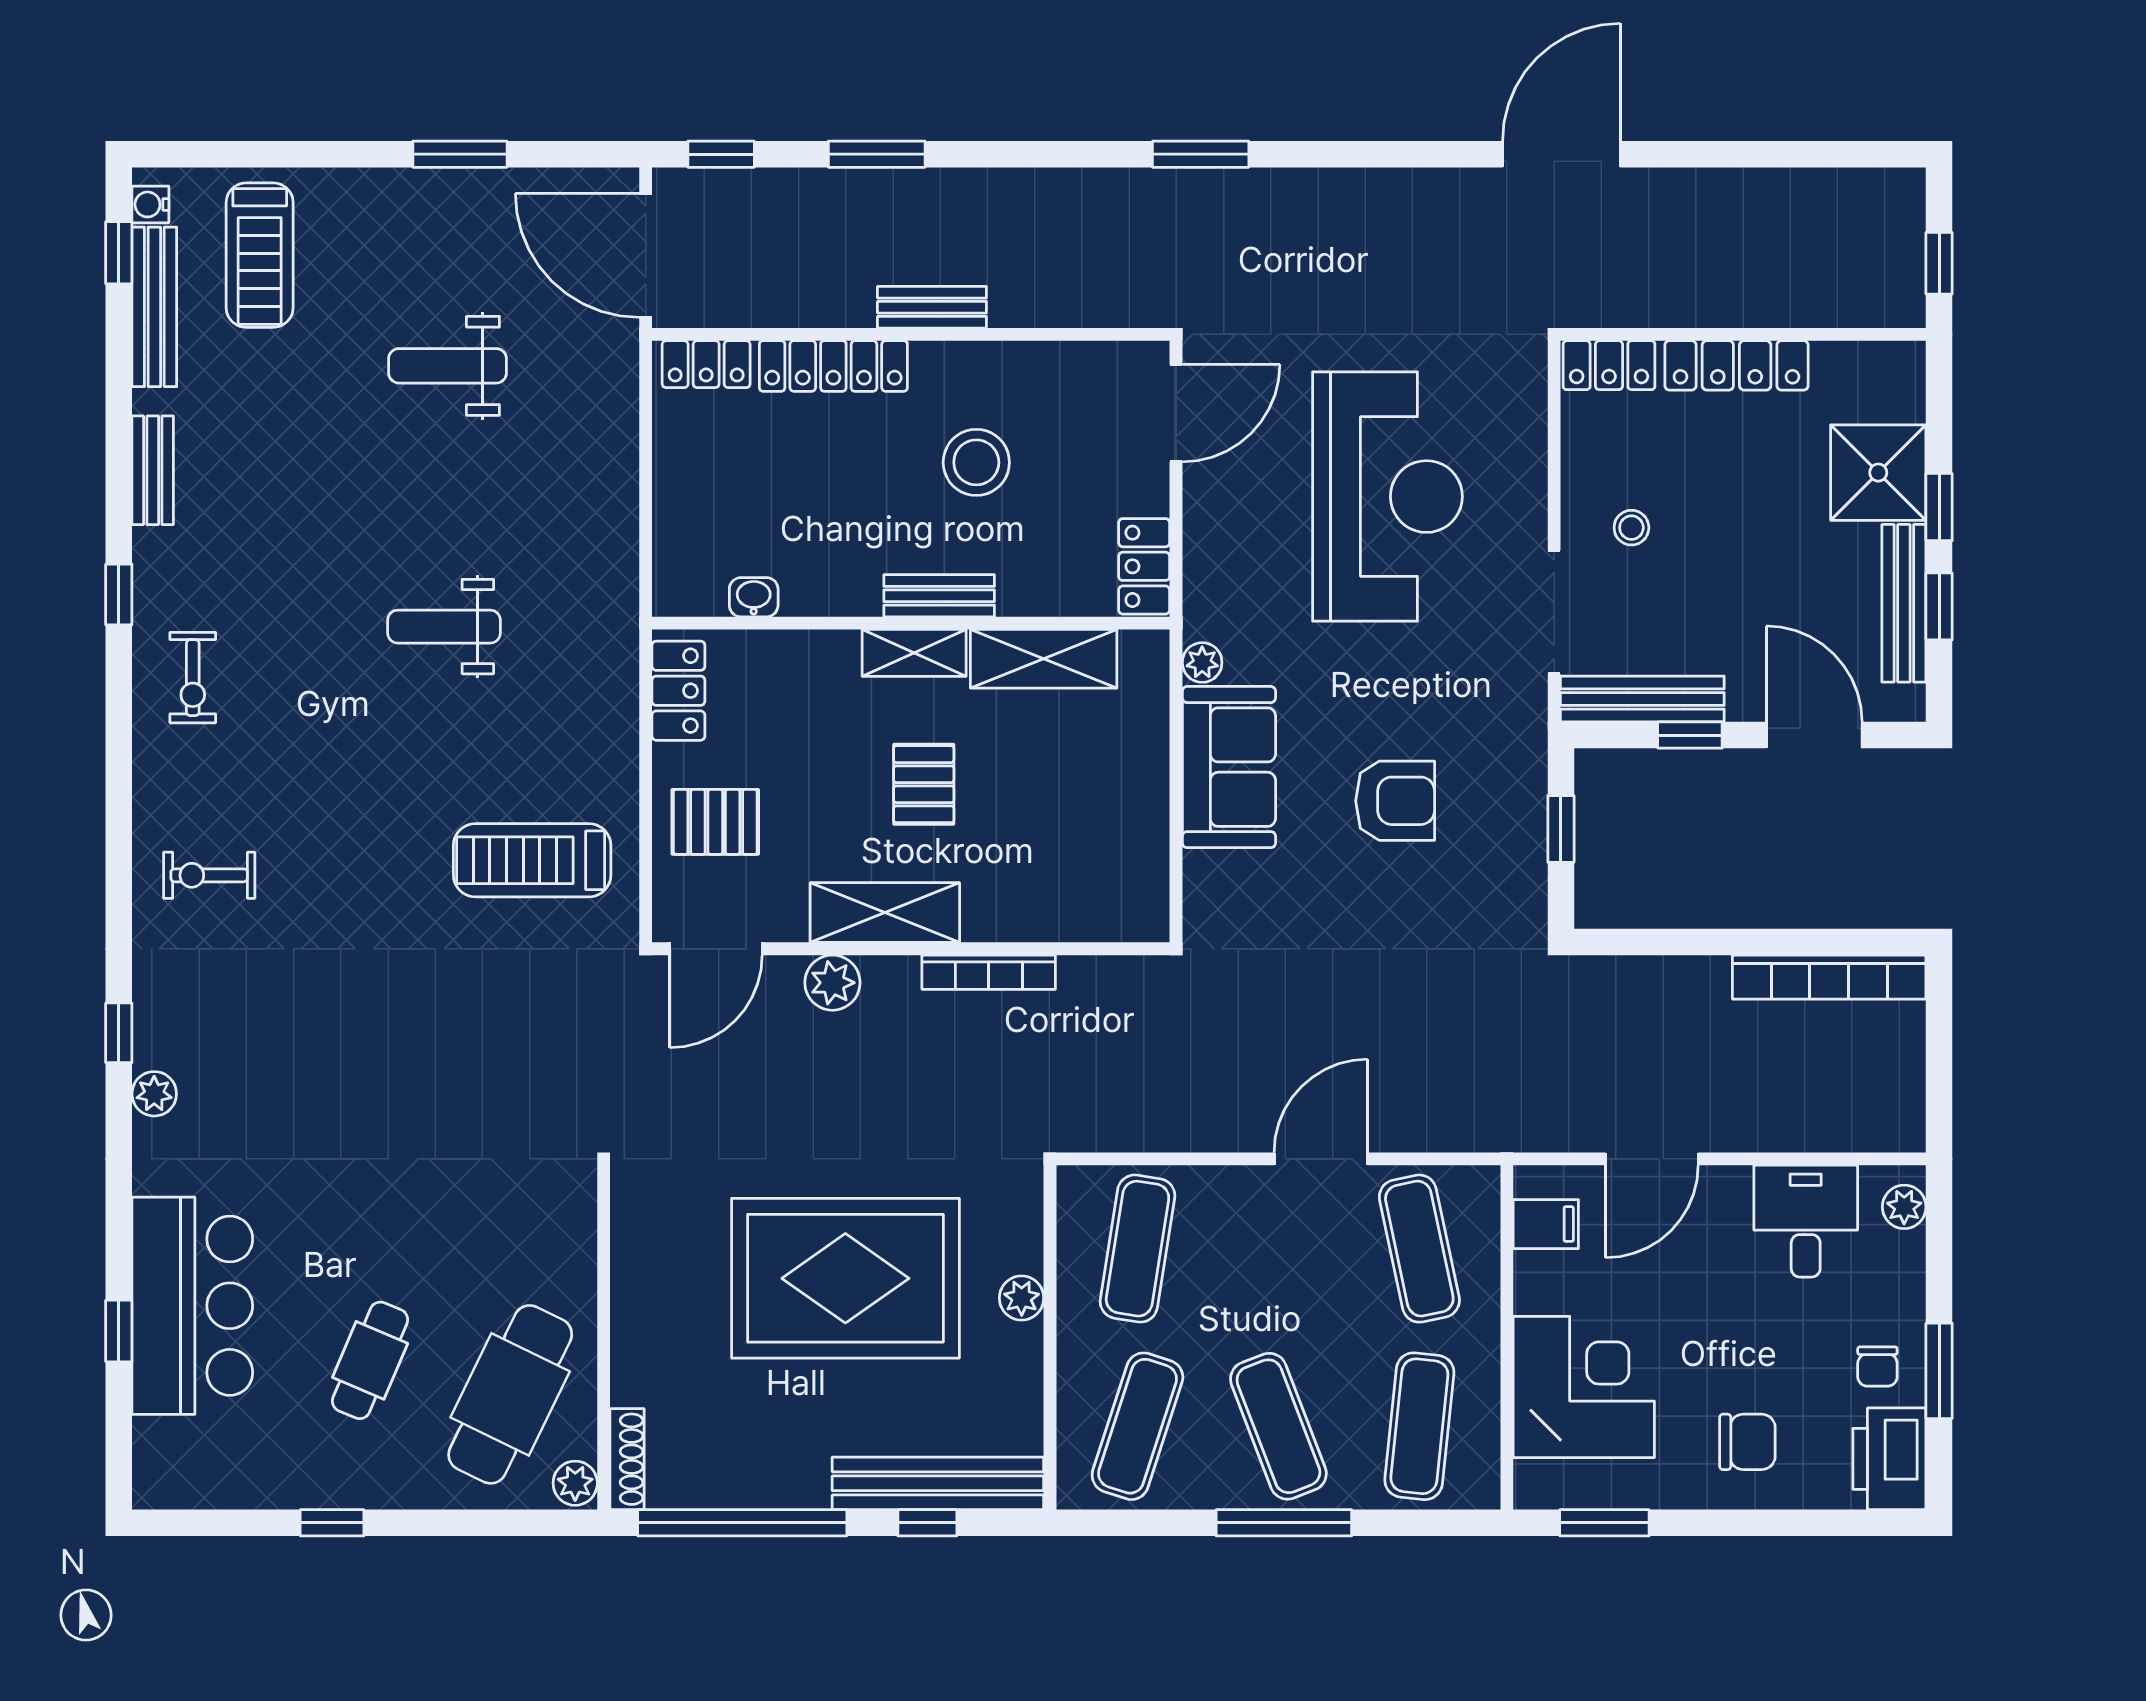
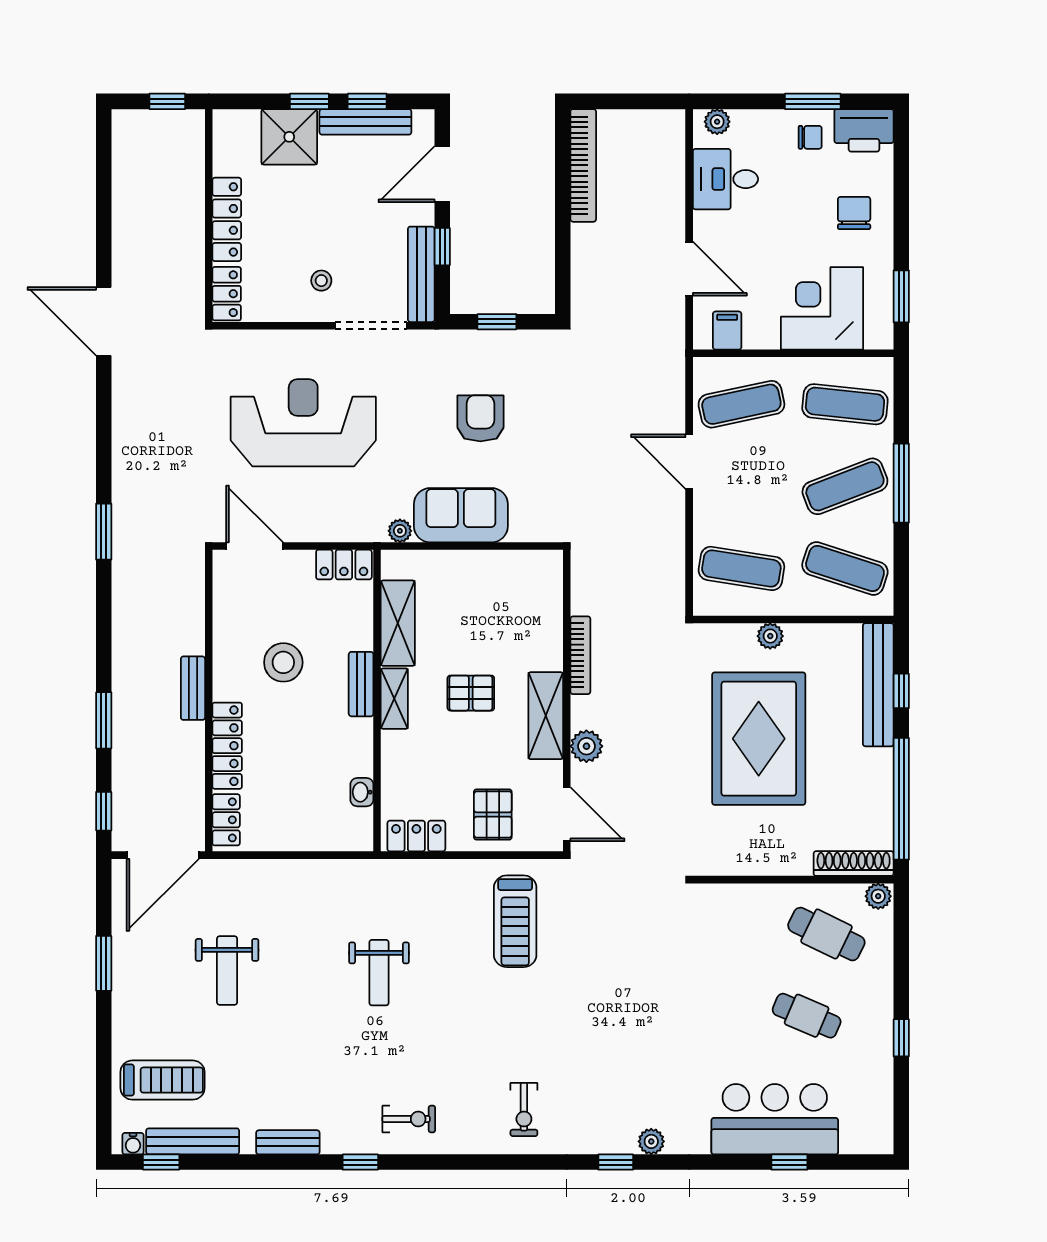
cafe table: (510, 1394) -> (826, 934), width x0.73, depth x0.74
shoe rack: (627, 1459) -> (854, 864), width x1.36, depth x1.24

